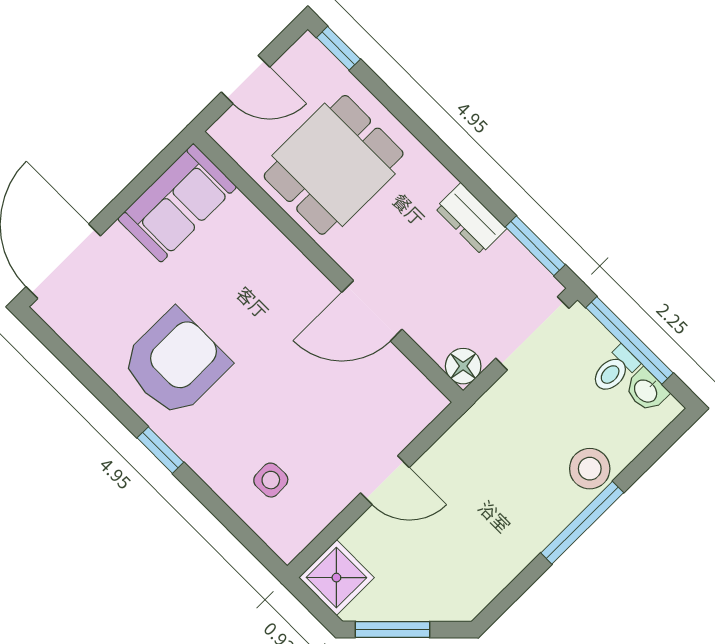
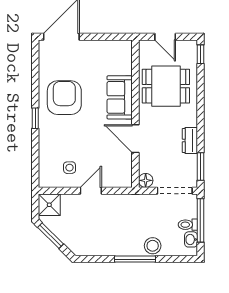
sofa: (177, 203) -> (120, 97), moved, turned 90
armchair: (175, 363) -> (64, 98), turned -90
side table: (271, 480) -> (69, 168), moved
door: (385, 480) -> (91, 191), swing flipped

